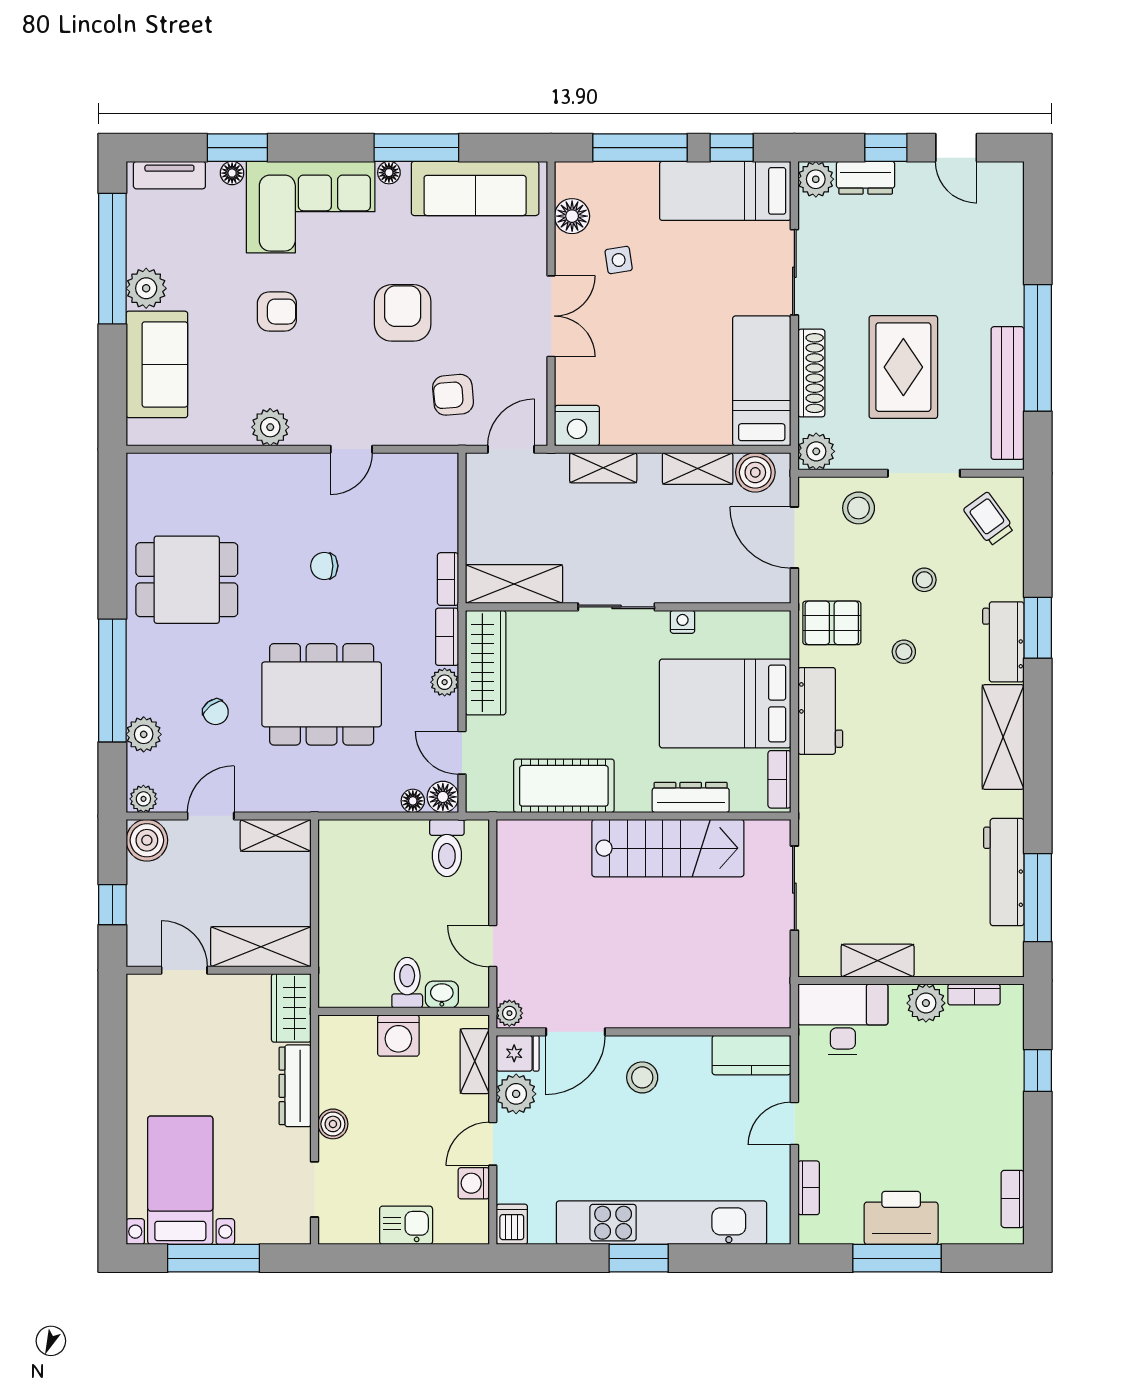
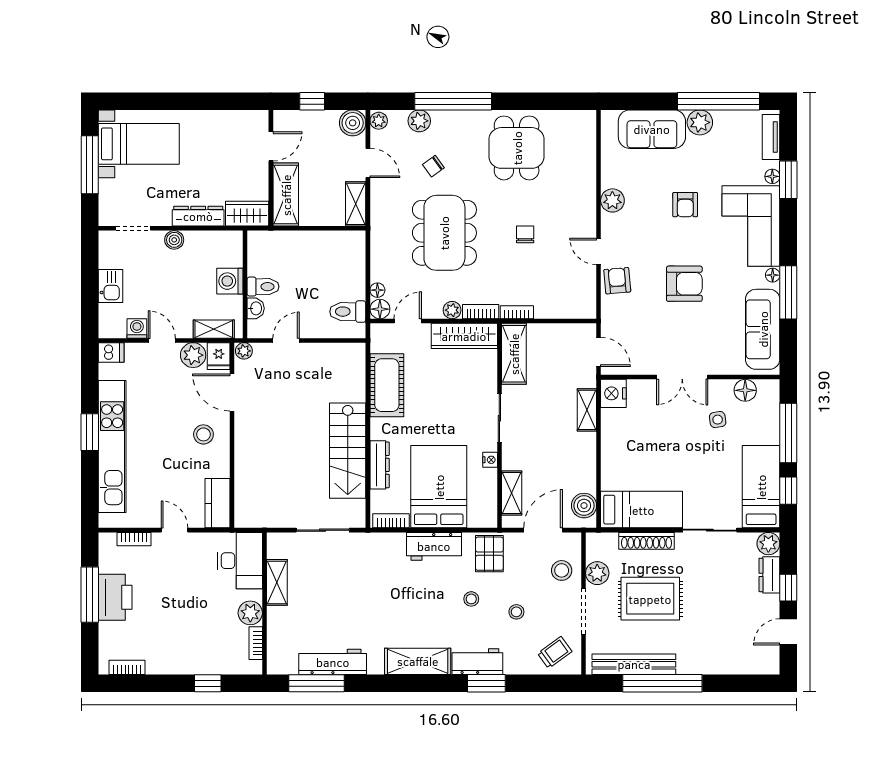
armchair: (453, 395) -> (617, 281), moved
plant: (816, 451) -> (597, 573), moved
shelving: (698, 469) -> (512, 493), moved

